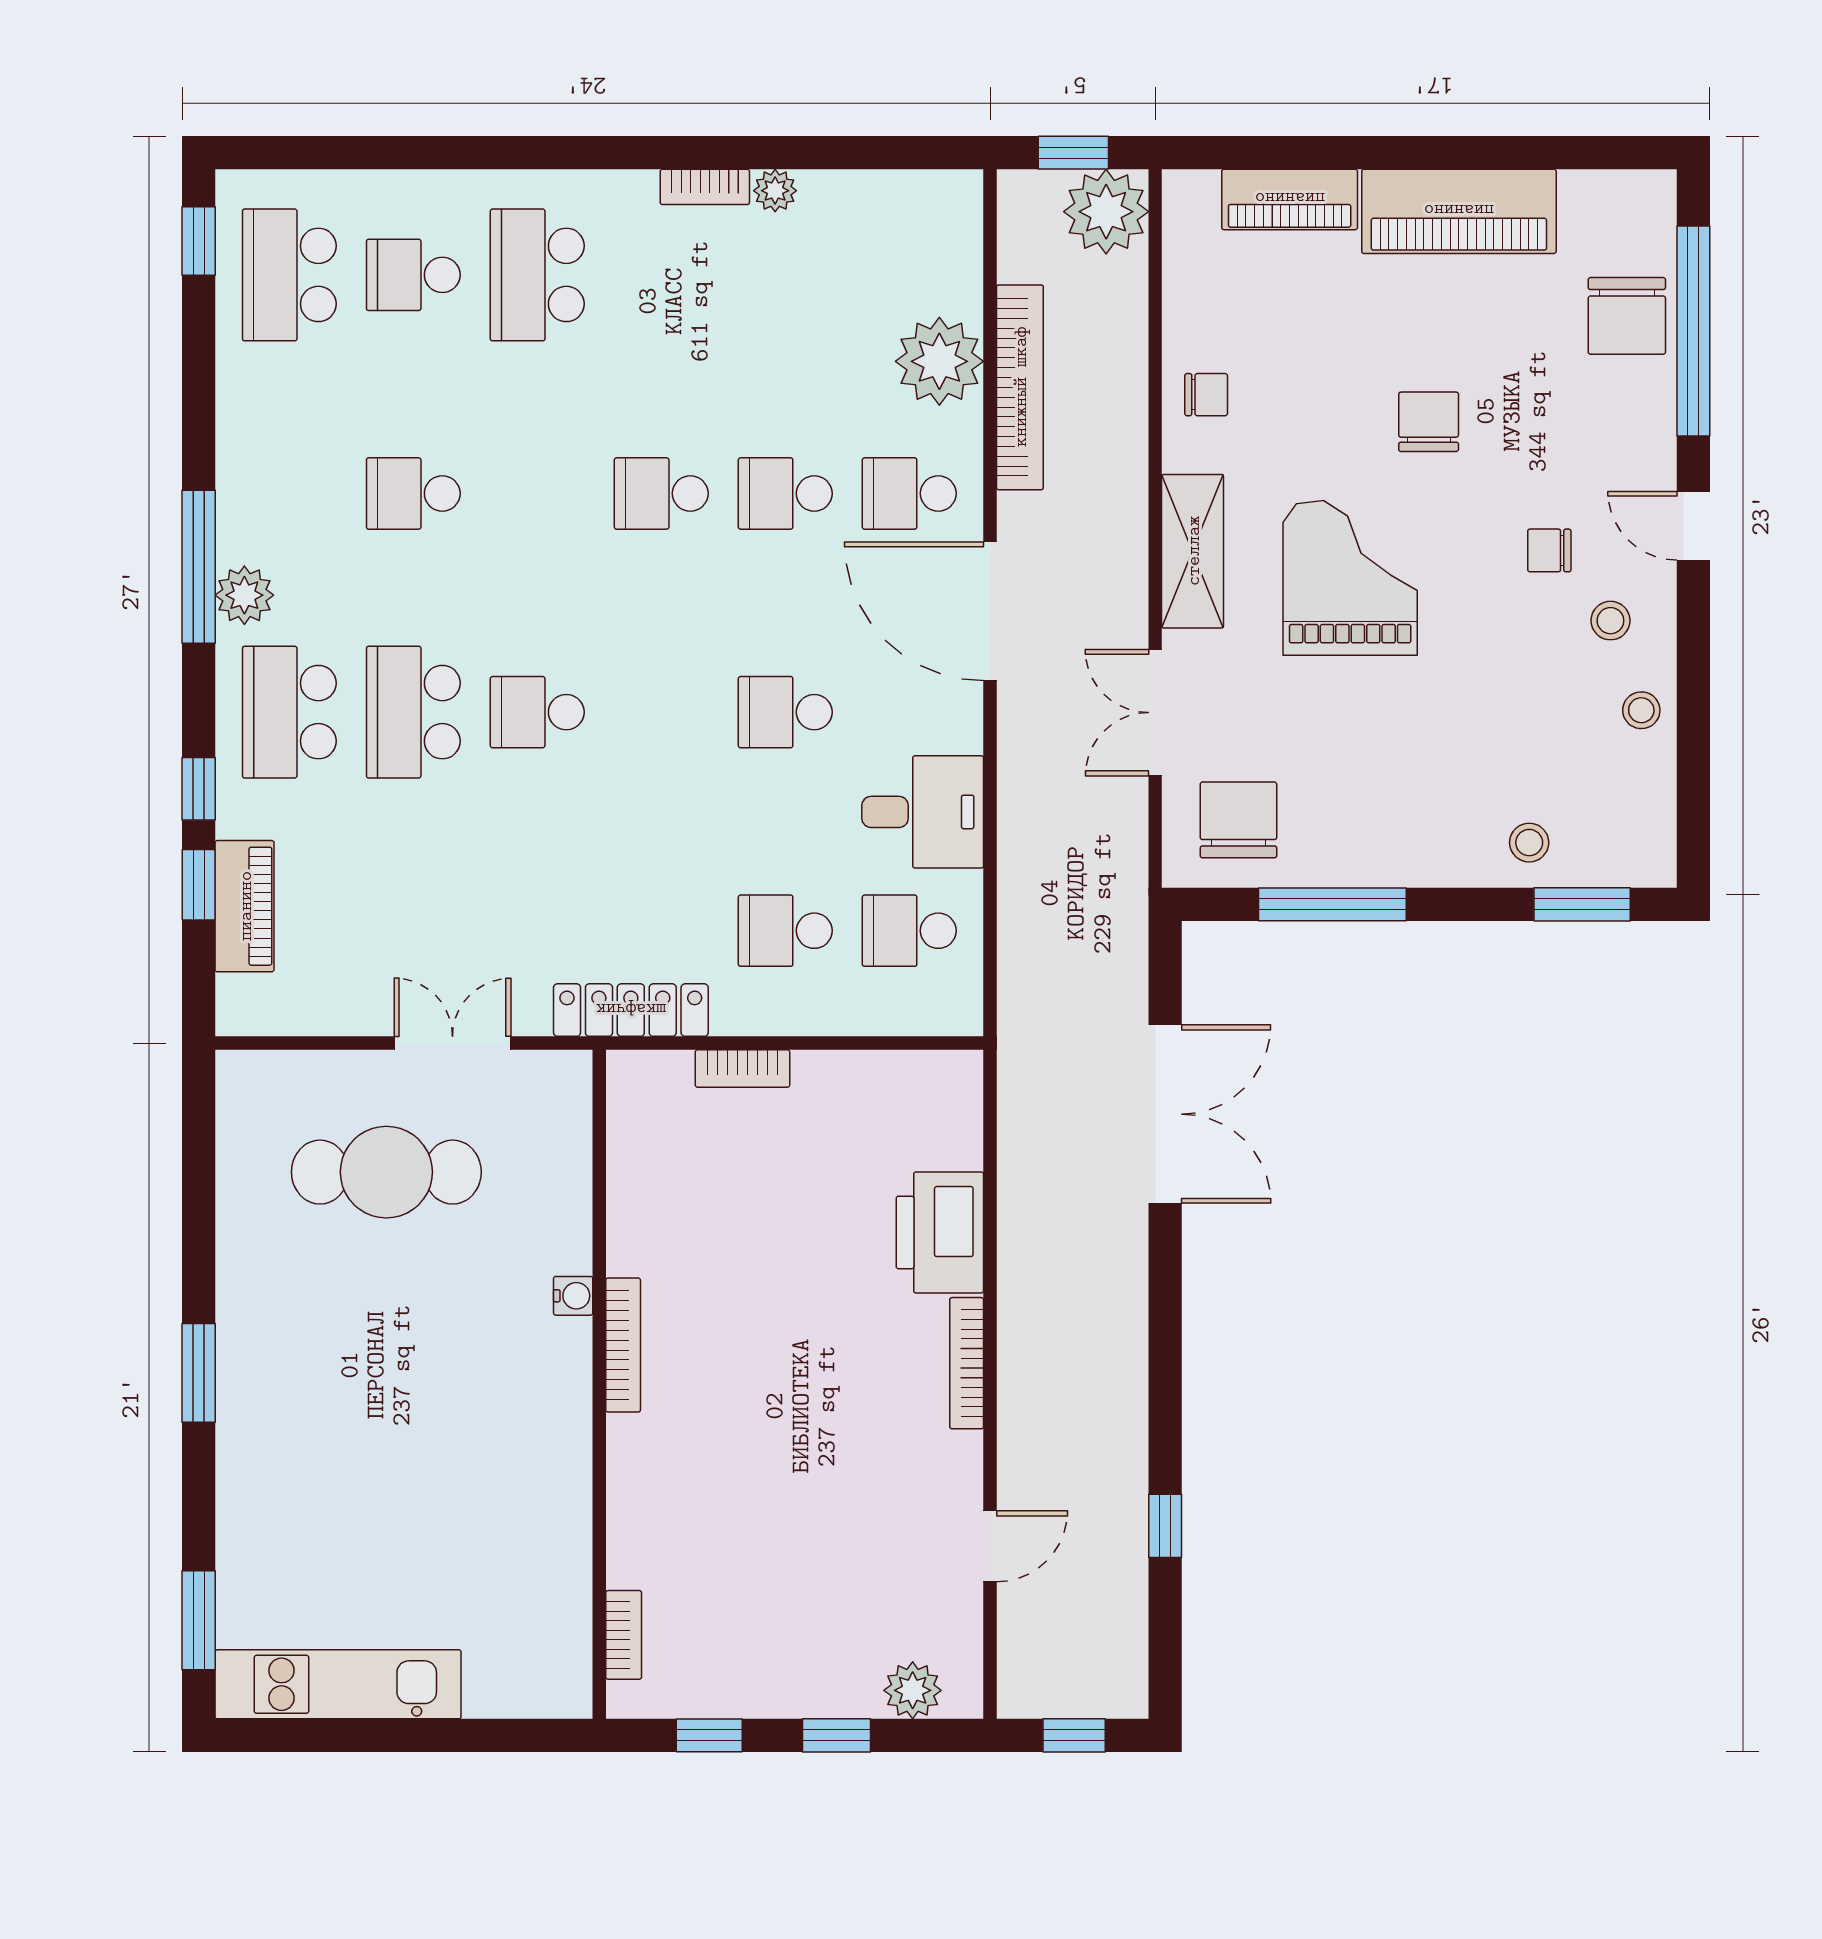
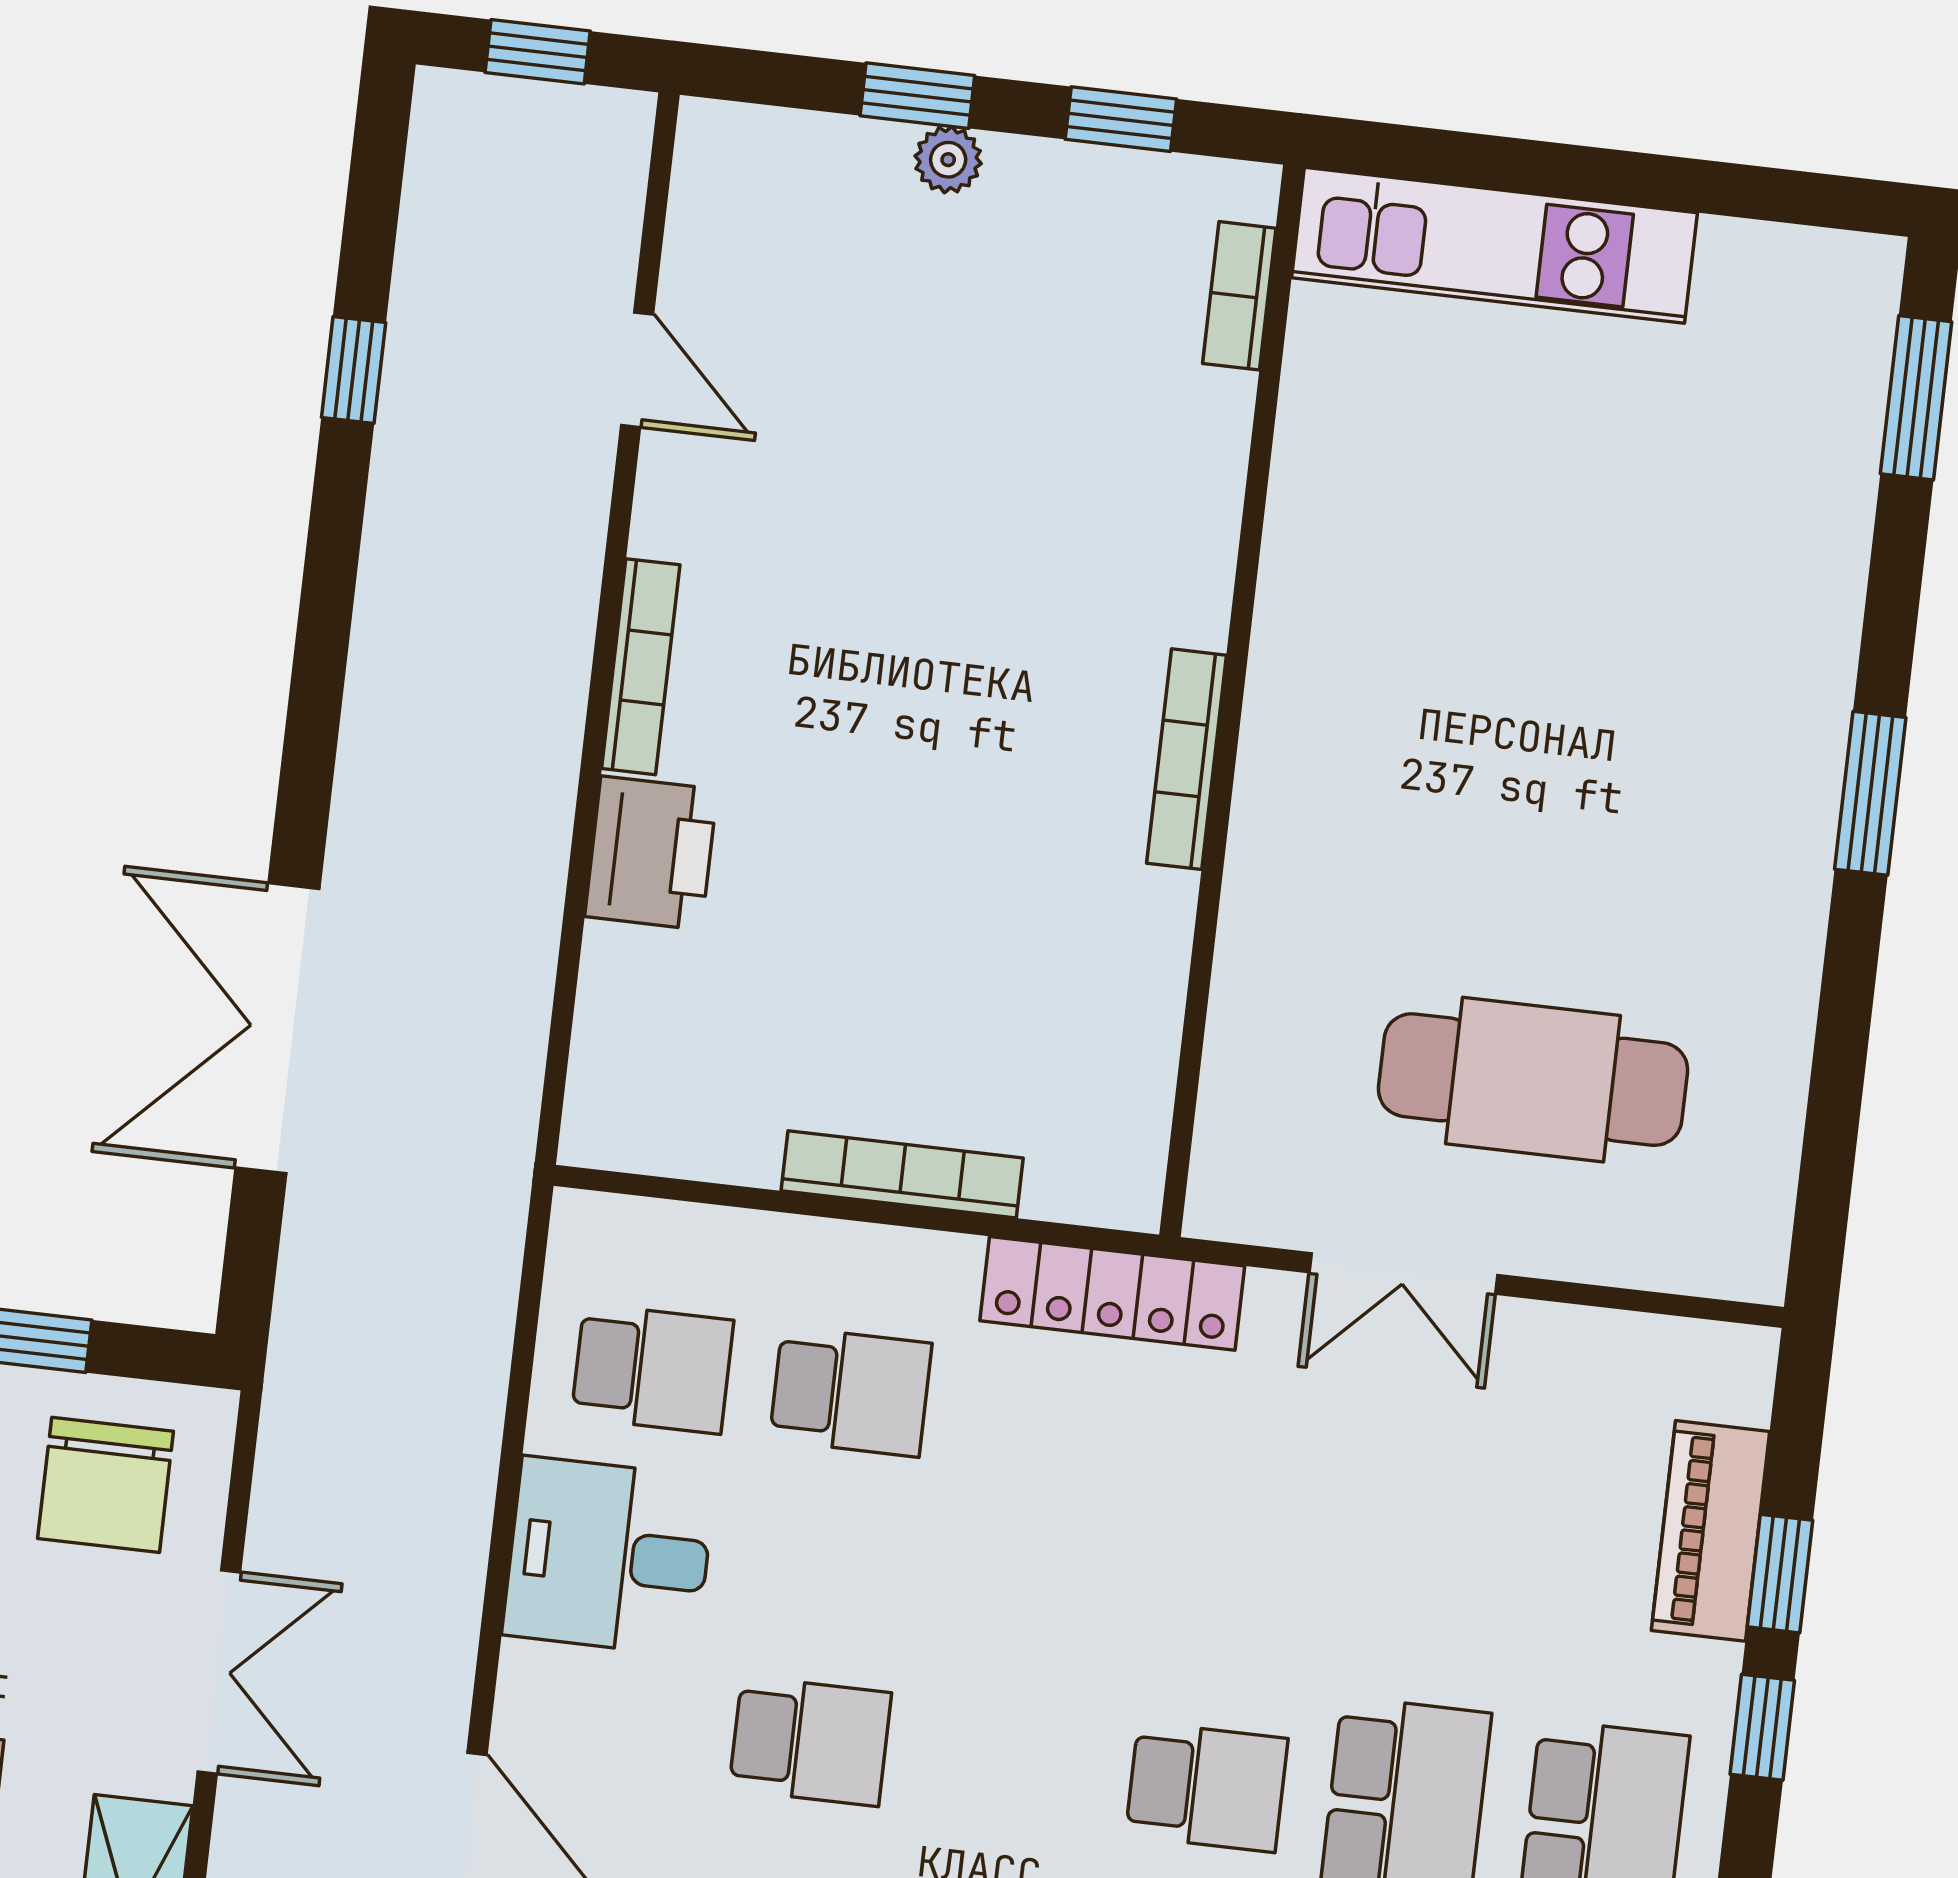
bookcase: (742, 1069) -> (902, 1174), width x1.56
printer: (940, 1232) -> (651, 853), width x0.73, depth x0.84
water cooler: (573, 1296) -> (1257, 847), removed
door: (990, 1546) -> (637, 370), swing flipped
kitchen unit: (338, 1684) -> (1494, 245), moved
plant: (913, 1690) -> (948, 160), moved, width x0.73, depth x0.73

